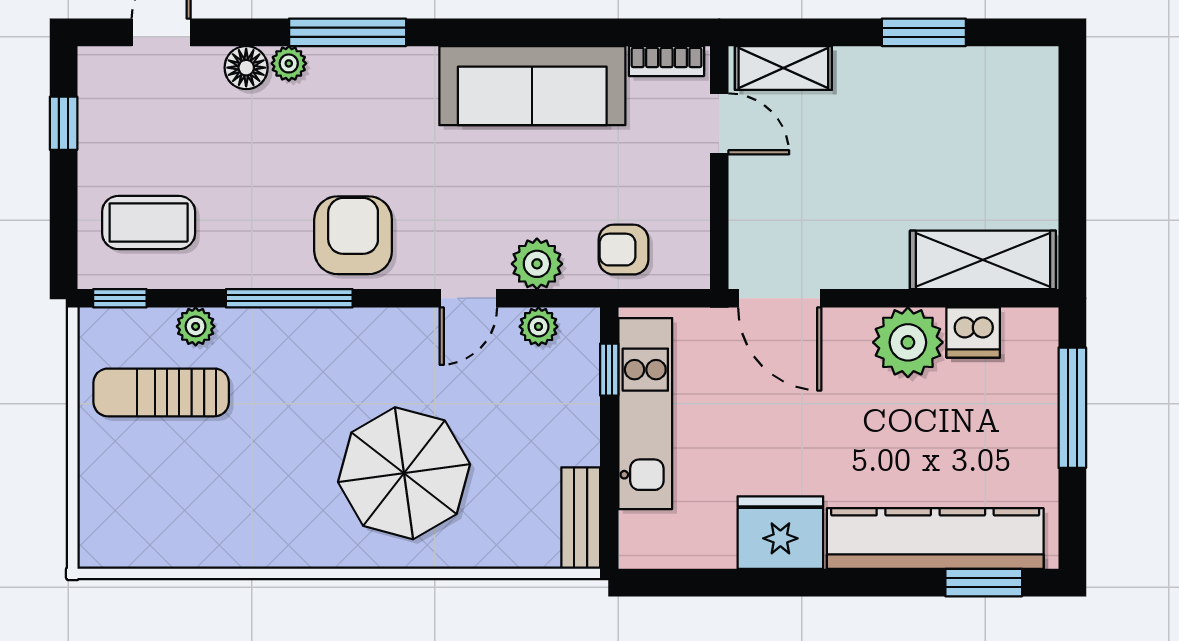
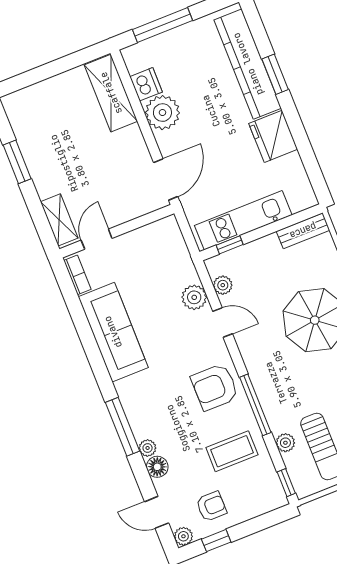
plant: (96, 65) -> (183, 536), added
coffee table: (149, 223) -> (232, 451), moved, turned 90
armchair: (623, 250) -> (211, 506), moved, turned -90
window: (984, 583) -> (275, 74), moved

